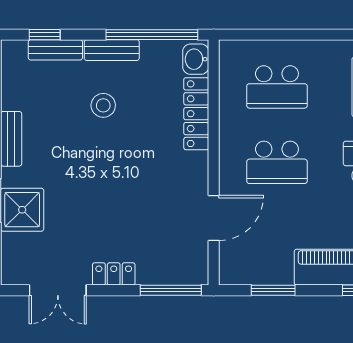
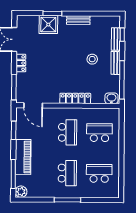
school desk: (277, 87) -> (99, 133), turned 90
locker: (196, 114) -> (75, 98), moved
school desk: (277, 162) -> (68, 132), turned 180
door: (214, 218) -> (33, 105), moved

